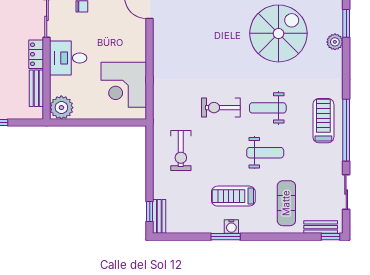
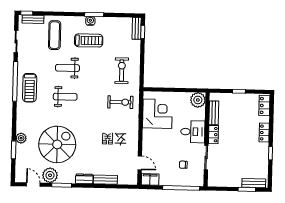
spiral stairs: (278, 33) -> (57, 144), turned 180
exercise bike: (221, 108) -> (120, 102), moved

